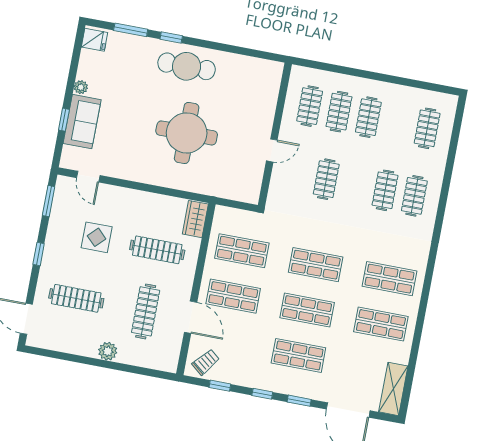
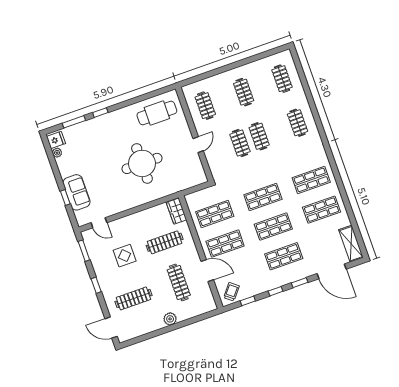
cafe table: (187, 66) -> (157, 113), moved
plant: (81, 87) -> (57, 153), moved
clothes rail: (339, 112) -> (224, 99), removed
clothes rail: (385, 190) -> (259, 136), moved

